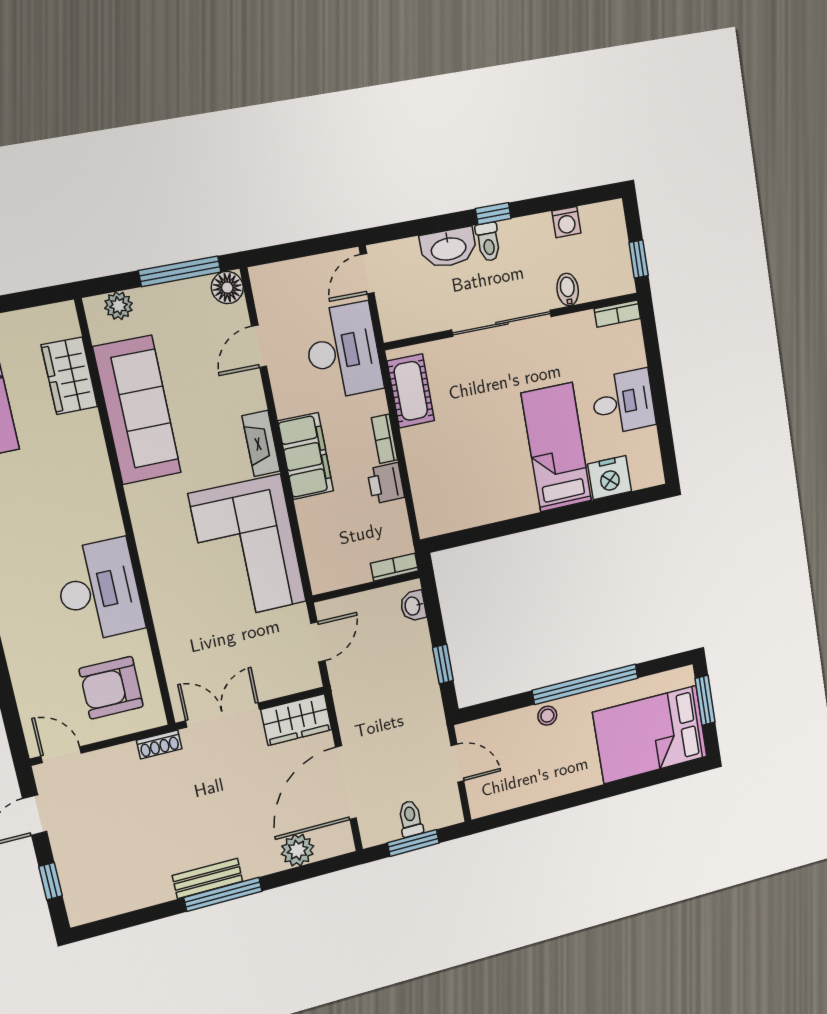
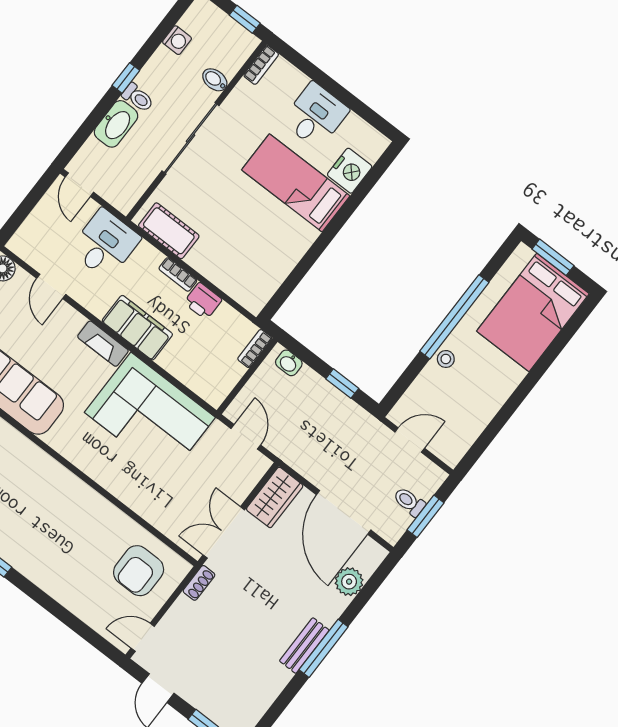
desk: (343, 351) -> (105, 244), width x0.73
desk: (99, 590) -> (80, 516), removed

